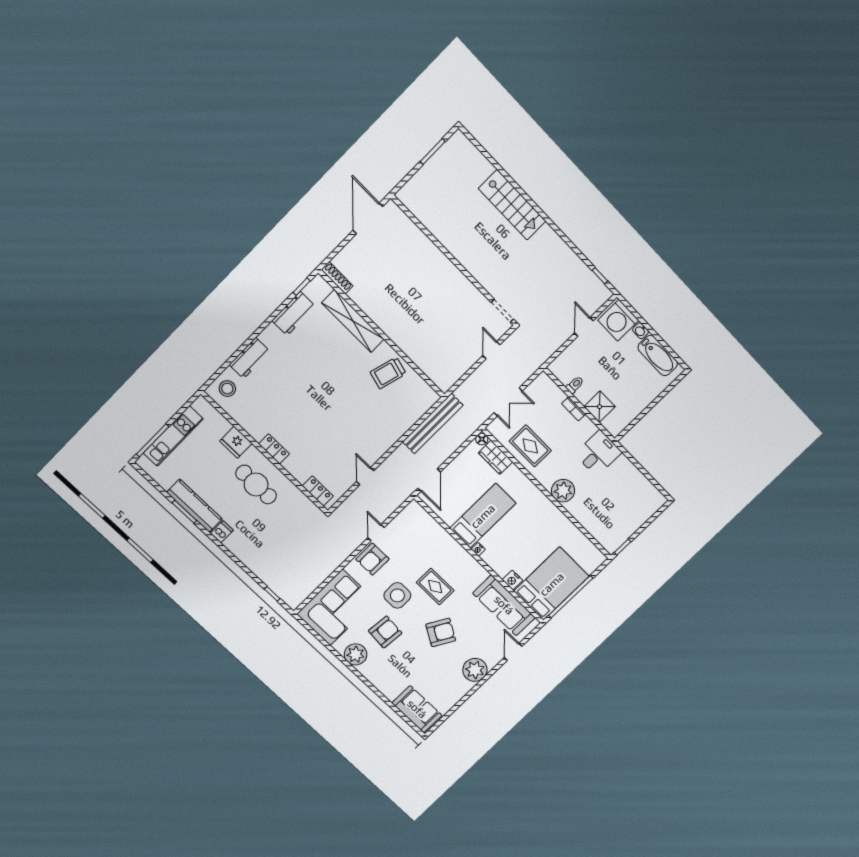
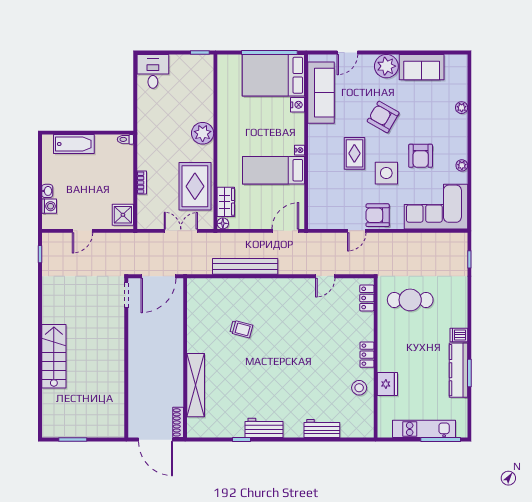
door: (368, 218) -> (156, 440), hinge flipped
shoe rack: (337, 278) -> (178, 422), moved
washing machine: (618, 320) -> (49, 206), width x0.53, depth x0.53
shelving: (353, 321) -> (196, 385), moved
wall: (382, 334) -> (185, 358), moved
door: (491, 350) -> (158, 276), width x1.88
bathtub: (658, 355) -> (74, 144), moved, turned 90
trolley: (388, 373) -> (241, 329), width x0.73, depth x0.72
toilet: (575, 385) -> (125, 139), moved
stool: (227, 389) -> (359, 388), moved
shower: (600, 407) -> (123, 215), moved
rug: (530, 446) -> (195, 186), width x1.36, depth x1.43
desk: (598, 453) -> (153, 71), moved, turned 90
cafe table: (256, 484) -> (410, 300), moved, turned 90
armchair: (372, 559) -> (378, 215), turned 180
armchair: (385, 632) -> (421, 156), turned -95
plant: (356, 654) -> (462, 165), width x0.53, depth x0.53
plant: (391, 694) -> (462, 108), added
sofa: (417, 709) -> (422, 67), moved, turned -90

